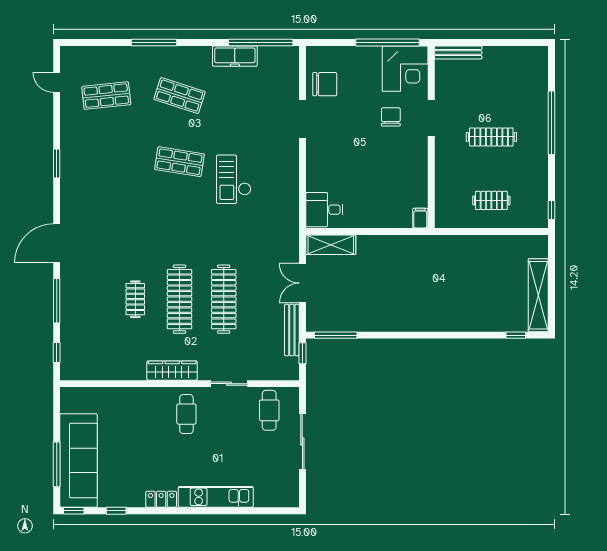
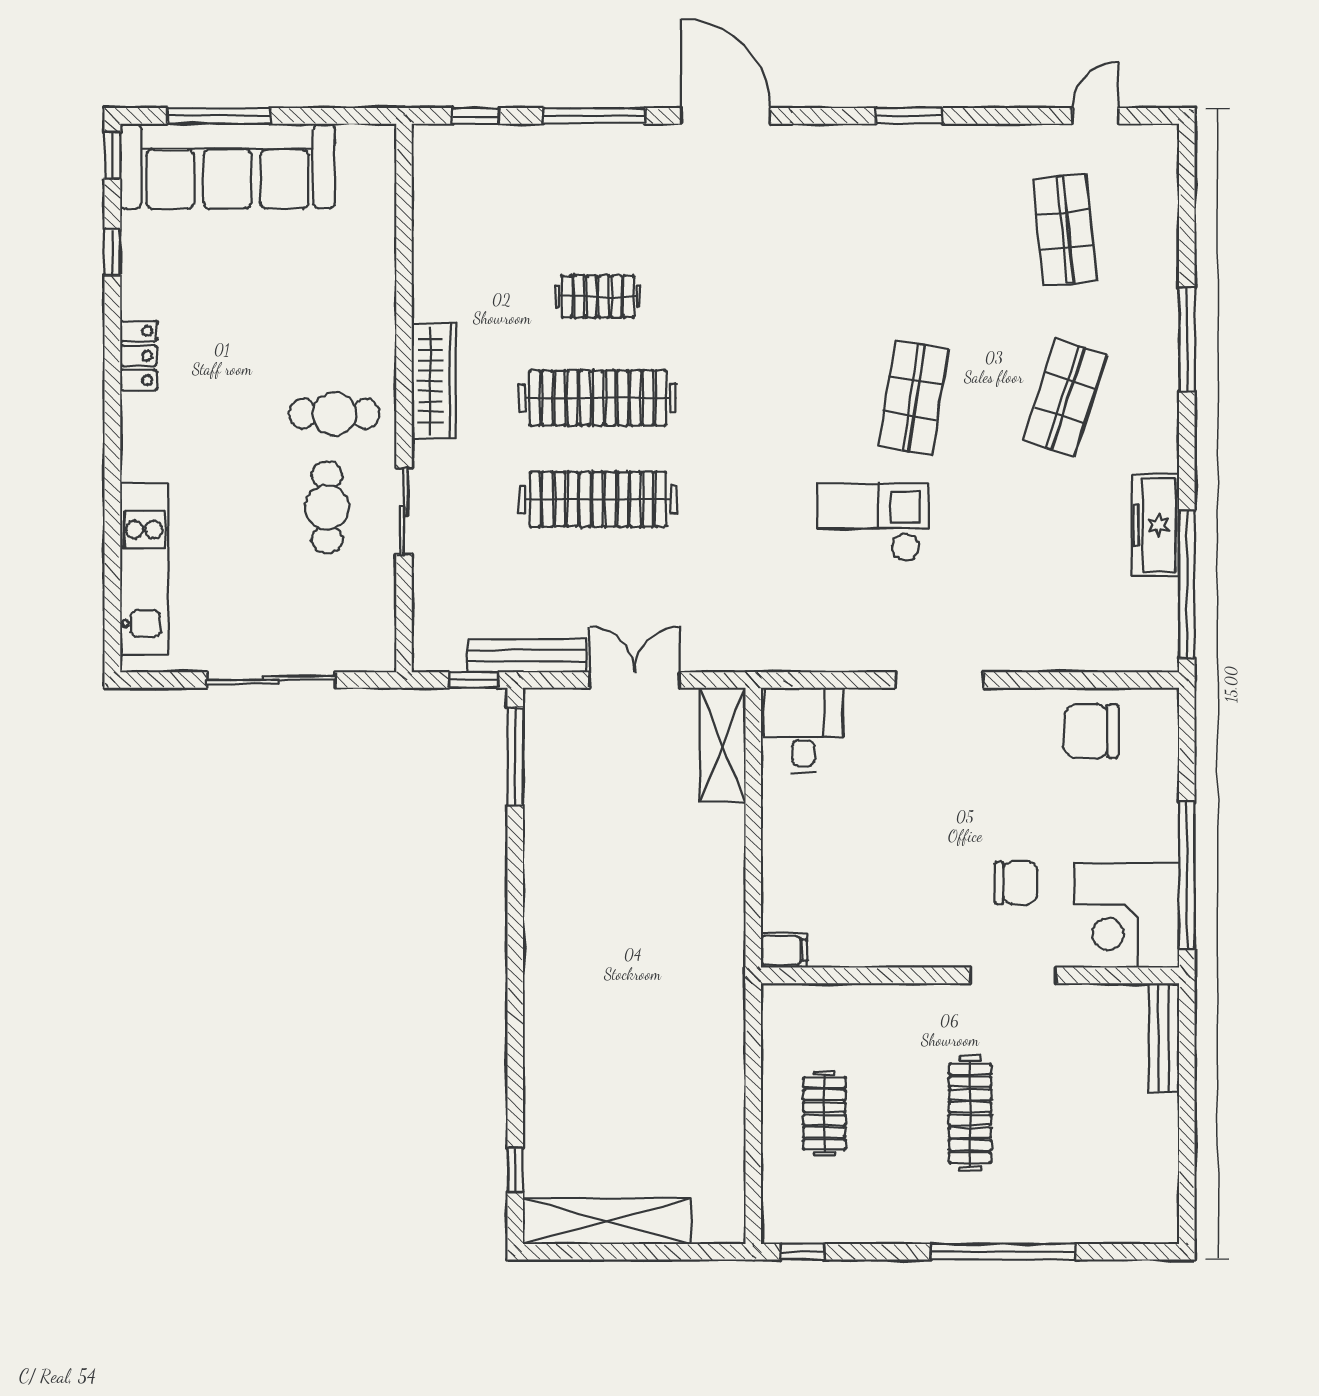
chair: (325, 84) -> (1091, 731), turned 90
doorway: (302, 119) -> (939, 680), moved
cafe table: (269, 410) -> (327, 507), moved, turned 90
kitchen unit: (216, 497) -> (144, 569), moved

